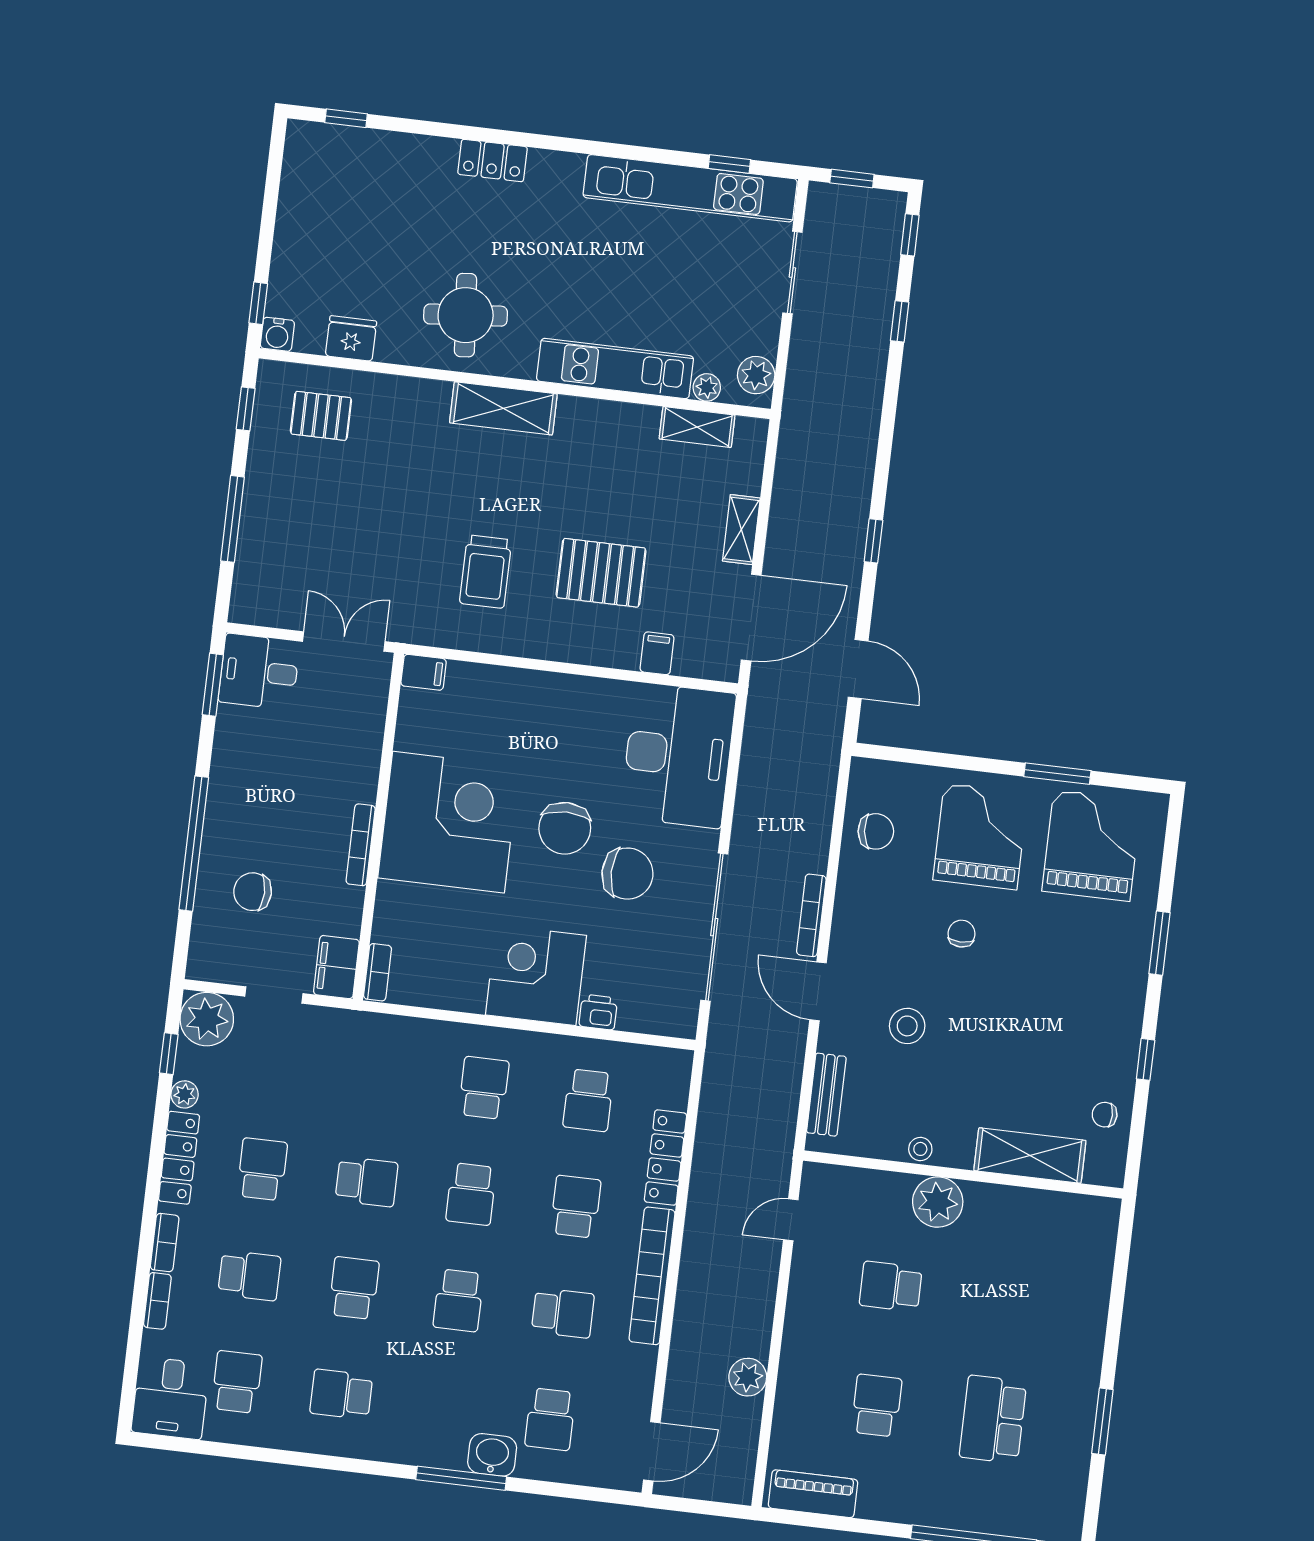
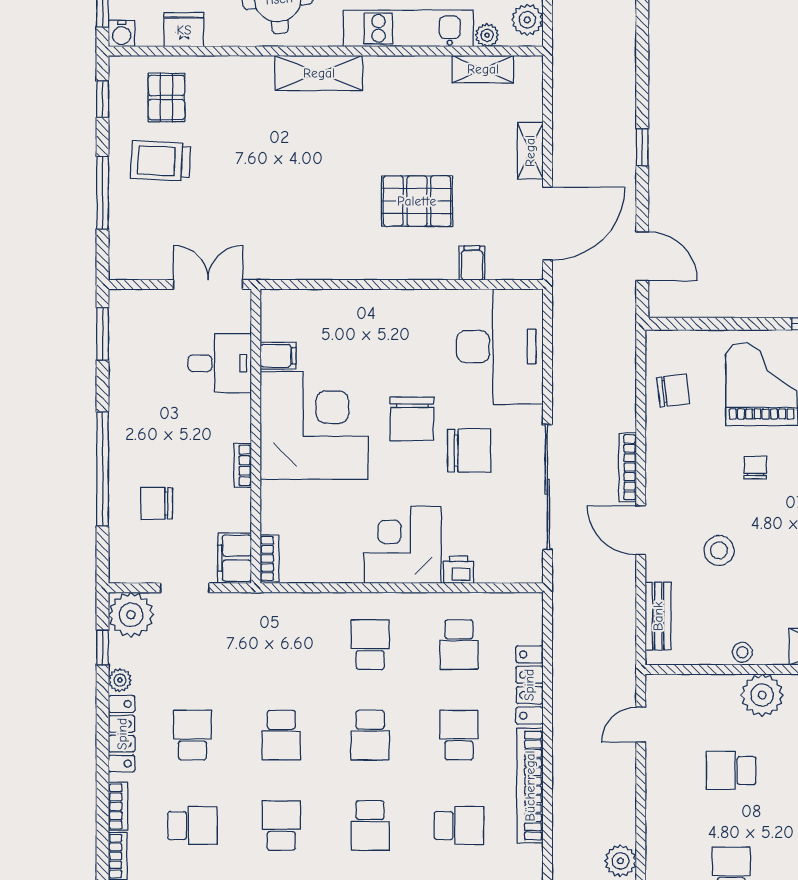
pallet: (321, 416) -> (166, 97), turned 90
trolley: (486, 572) -> (161, 161), moved, turned 93
desk: (259, 672) -> (220, 363), moved, turned 180
filing cabinet: (424, 672) -> (278, 356), moved
bookcase: (361, 845) -> (243, 465), width x0.64
school desk: (367, 1182) -> (281, 735), turned 90

